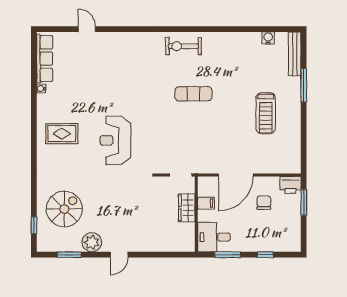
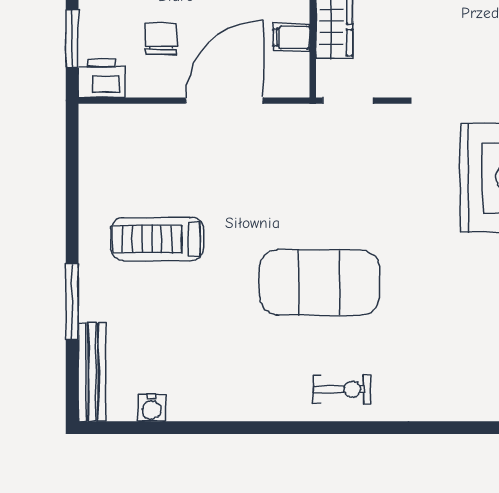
exercise bike: (183, 46) -> (342, 389), width x0.73, depth x0.72
exercise mat: (193, 94) -> (319, 282), width x2.00, depth x1.45
treadmill: (266, 113) -> (157, 239), turned -90
chair: (264, 203) -> (161, 39), turned 180

